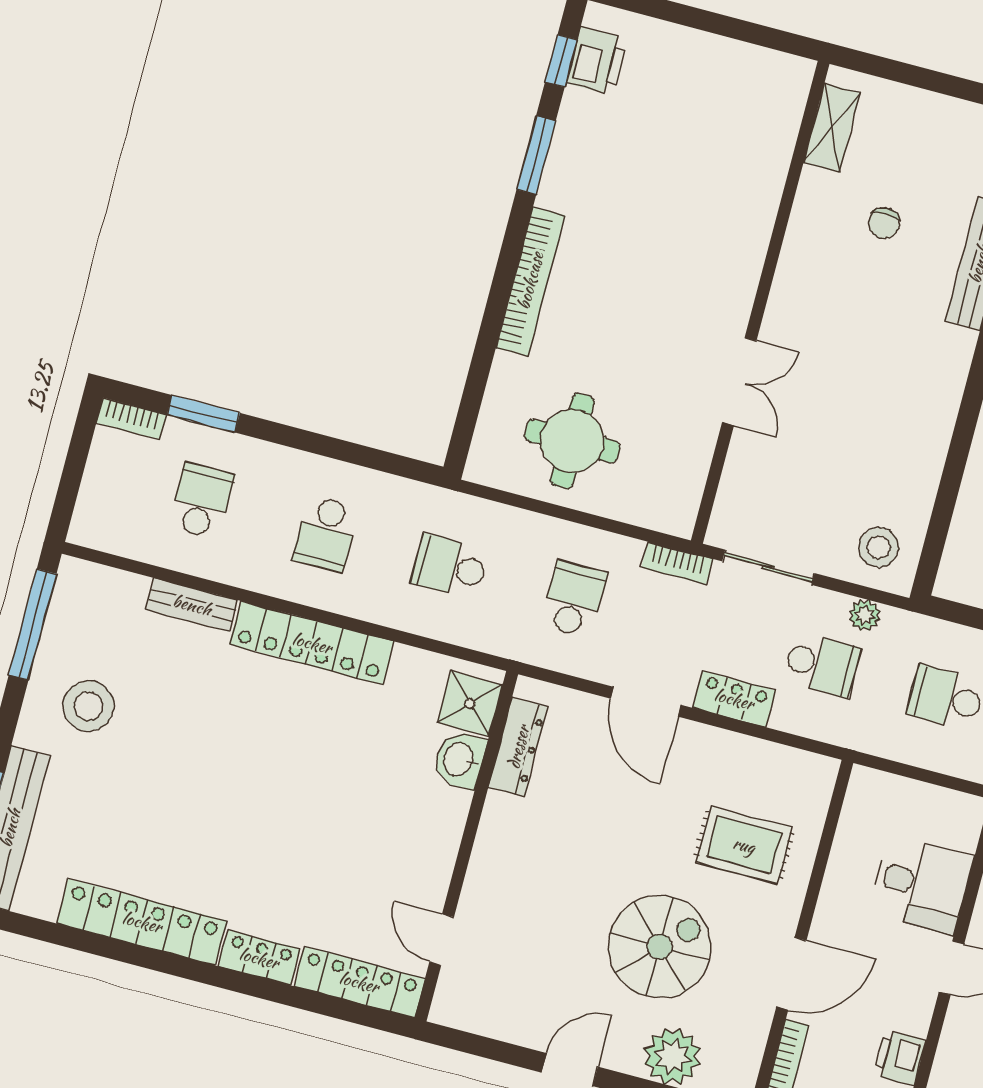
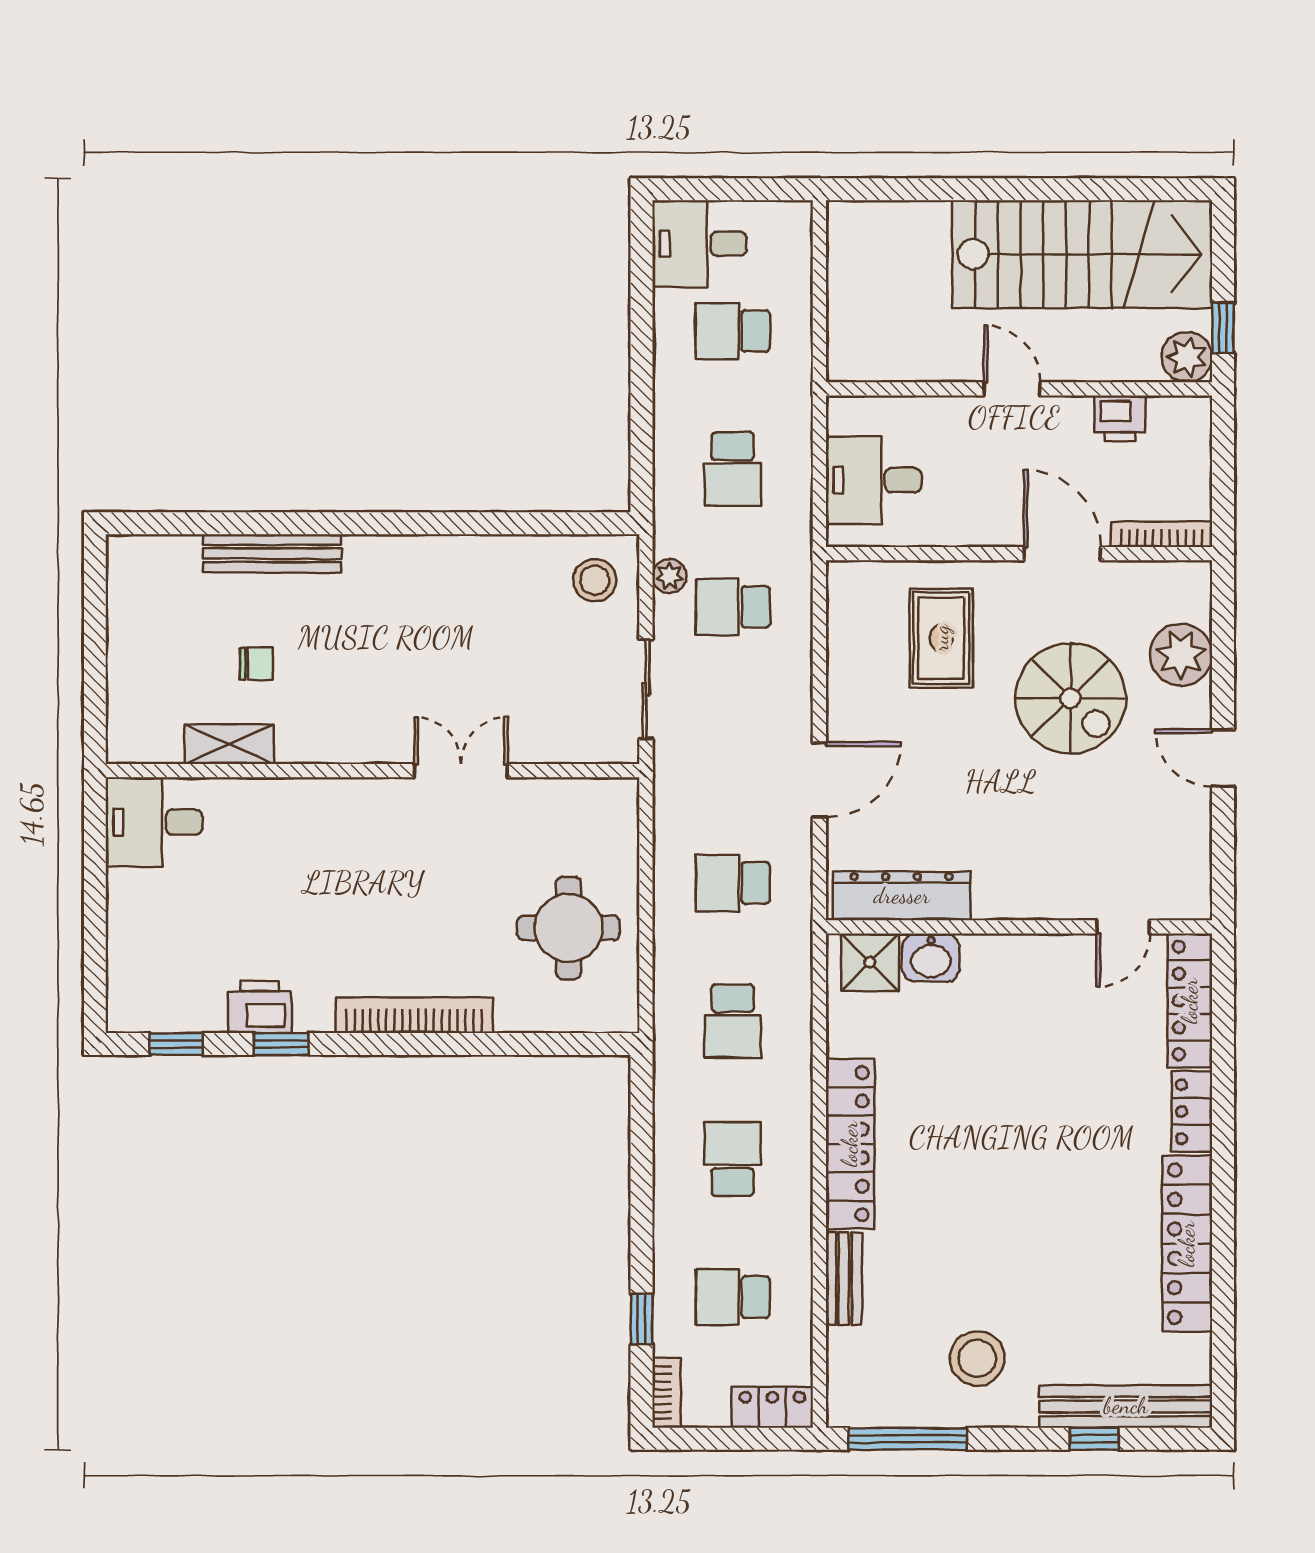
printer: (597, 61) -> (260, 1007), moved
desk: (766, 94) -> (154, 822), added
shelving: (832, 128) -> (229, 744), moved
window: (536, 155) -> (281, 1044), width x0.67
window: (203, 414) -> (642, 1319), width x0.67
school desk: (326, 534) -> (733, 1159), turned -90
bookcase: (677, 563) -> (667, 785), removed
school desk: (822, 665) -> (733, 607), turned -90
locker: (734, 699) -> (772, 1407), moved, turned 90
dresser: (518, 747) -> (902, 896), width x1.37, depth x1.24
desk: (921, 885) -> (874, 480), moved, turned -90
spiral stairs: (660, 947) -> (1070, 698), turned 180

